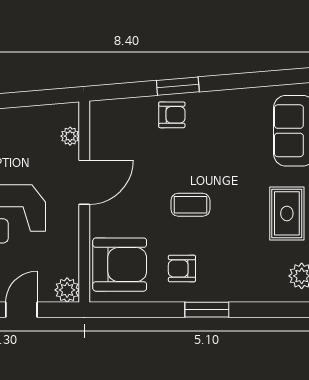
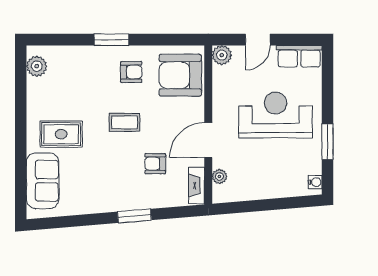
armchair: (172, 115) -> (155, 164), moved
fireplace: (99, 125) -> (197, 186), added
rug: (287, 213) -> (61, 134), moved, turned 90

